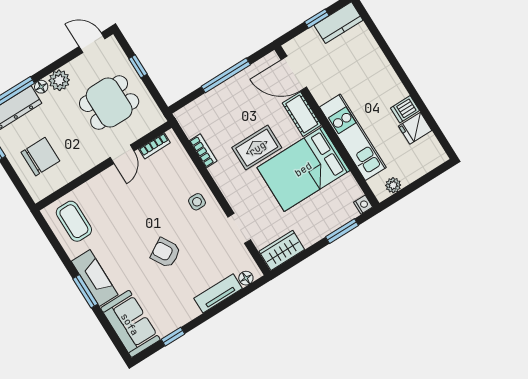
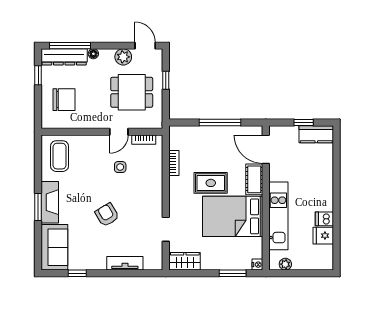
plant: (59, 80) -> (123, 57), moved
side table: (197, 202) -> (120, 167), moved
floor lamp: (246, 278) -> (150, 265), removed

